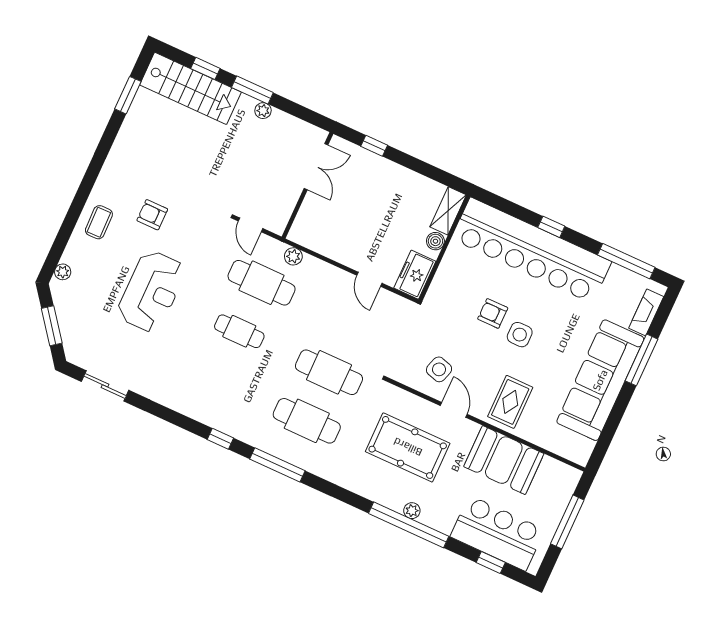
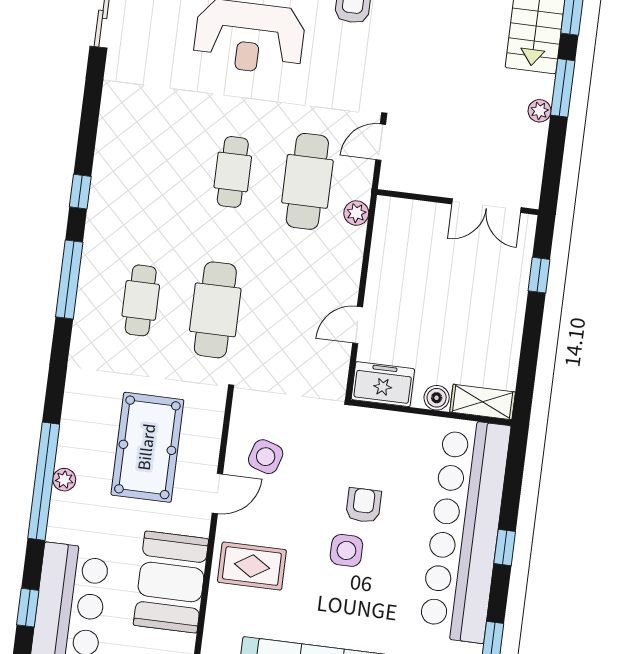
cafe table: (307, 421) -> (141, 300), width x0.73, depth x0.74

